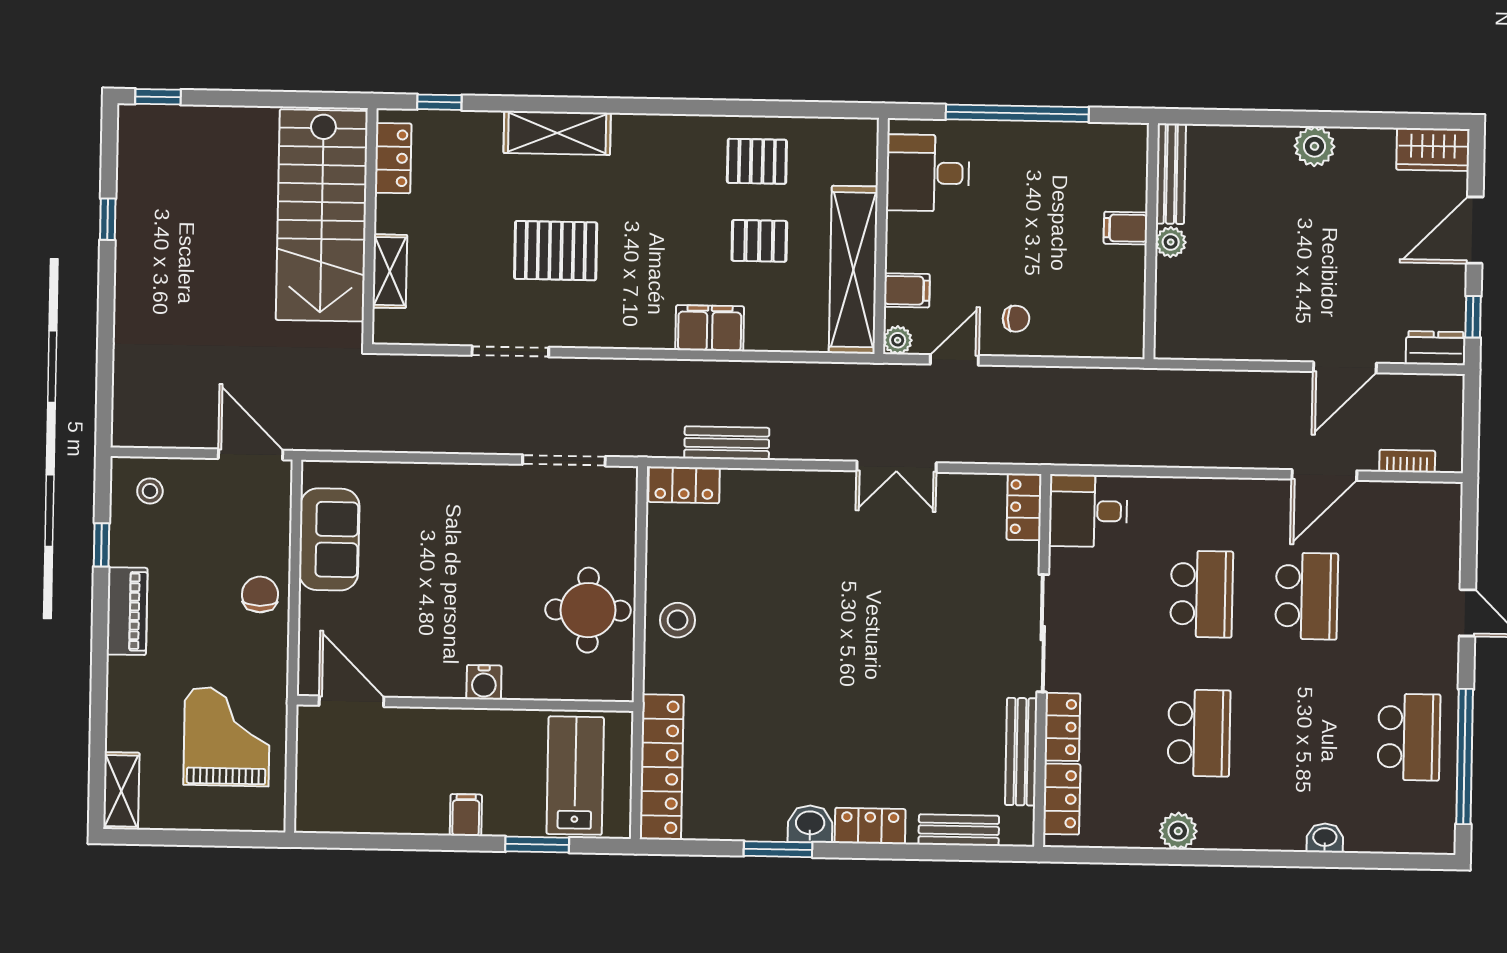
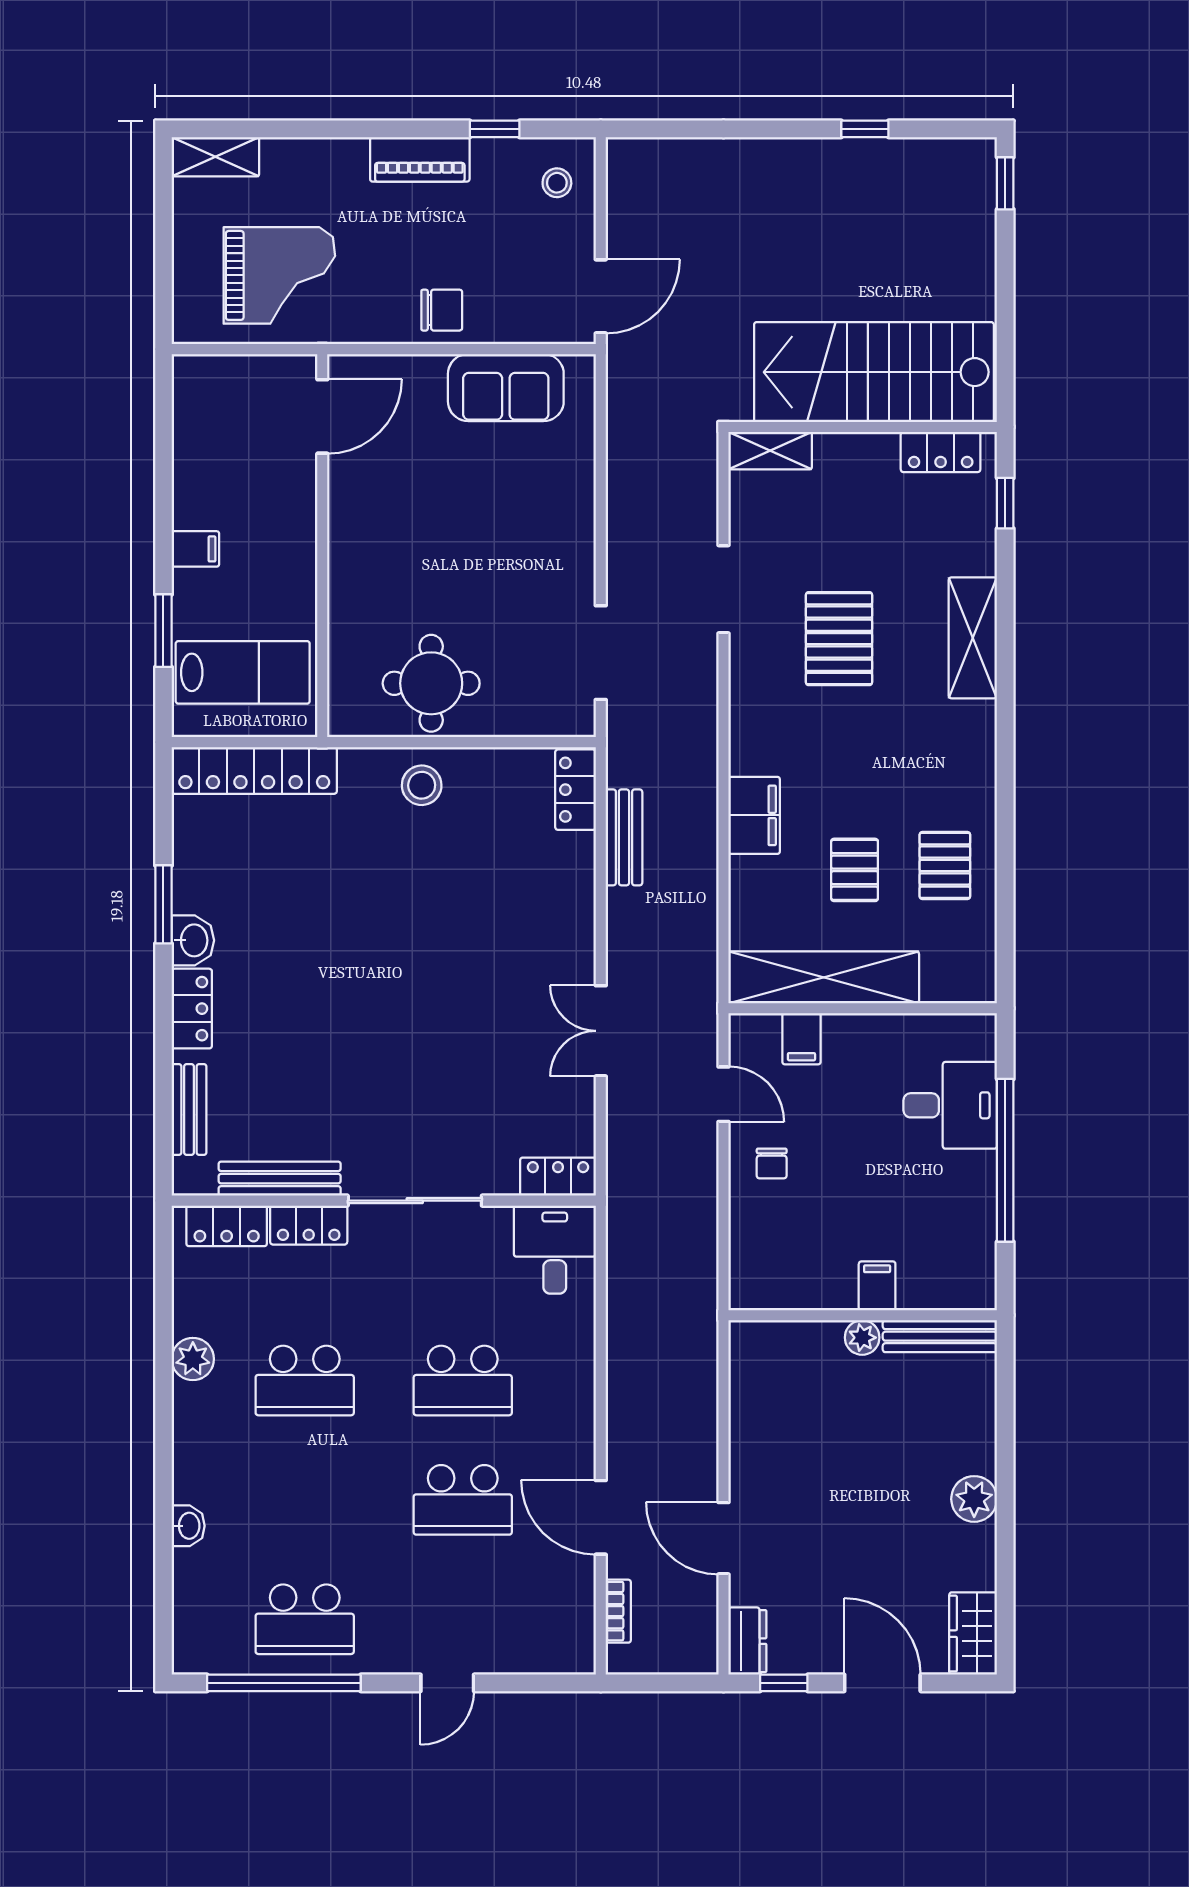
desk: (928, 173) -> (950, 1105), moved, turned 90
shelving: (390, 271) -> (770, 451), moved
plant: (898, 340) -> (745, 1029), removed
water cooler: (484, 682) -> (347, 567), removed

